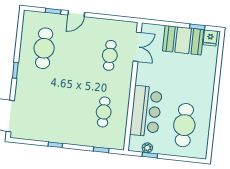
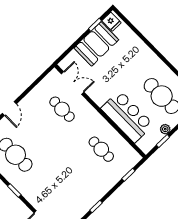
plant: (147, 148) -> (165, 129), moved

